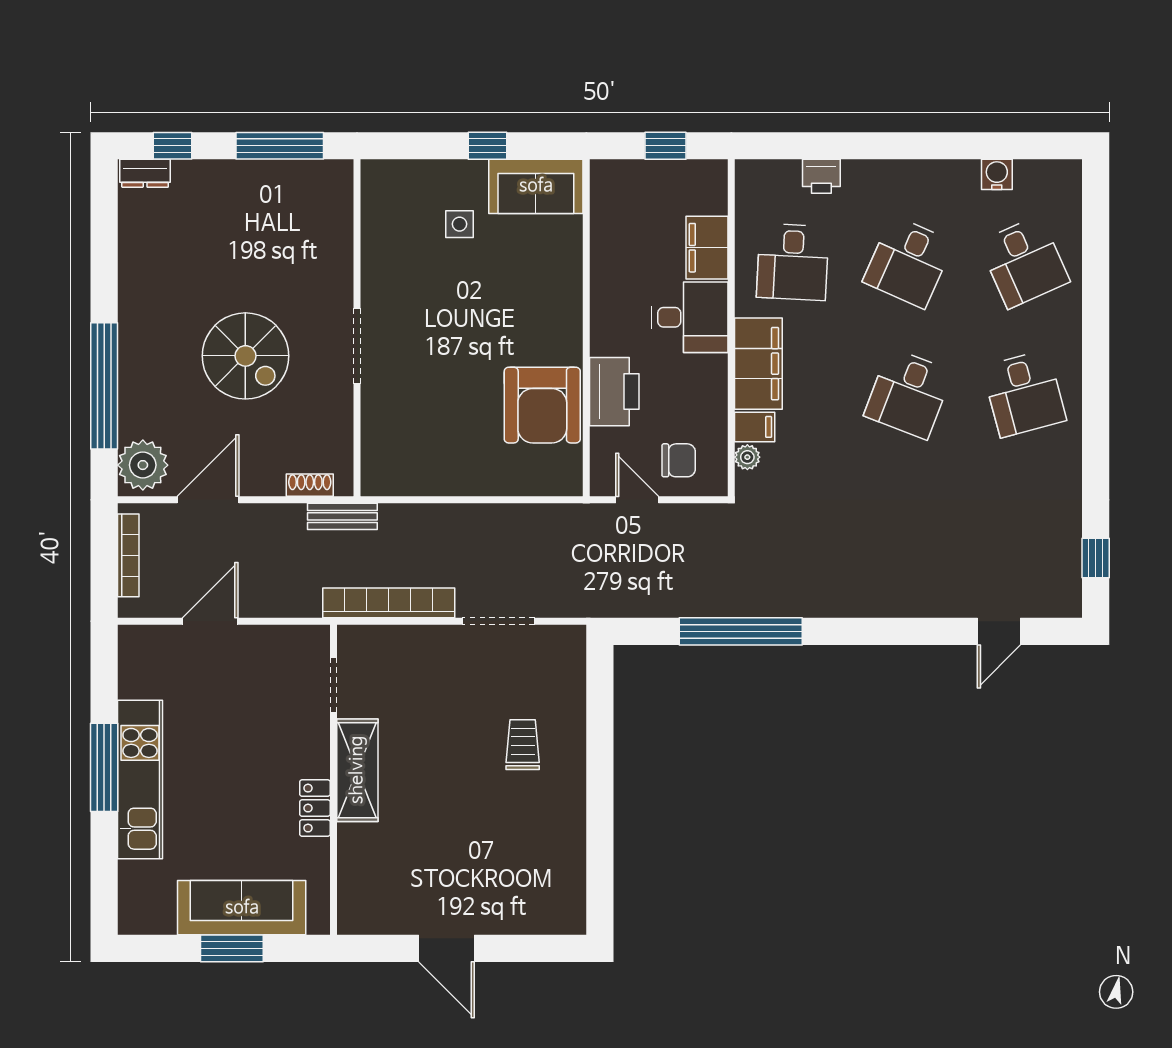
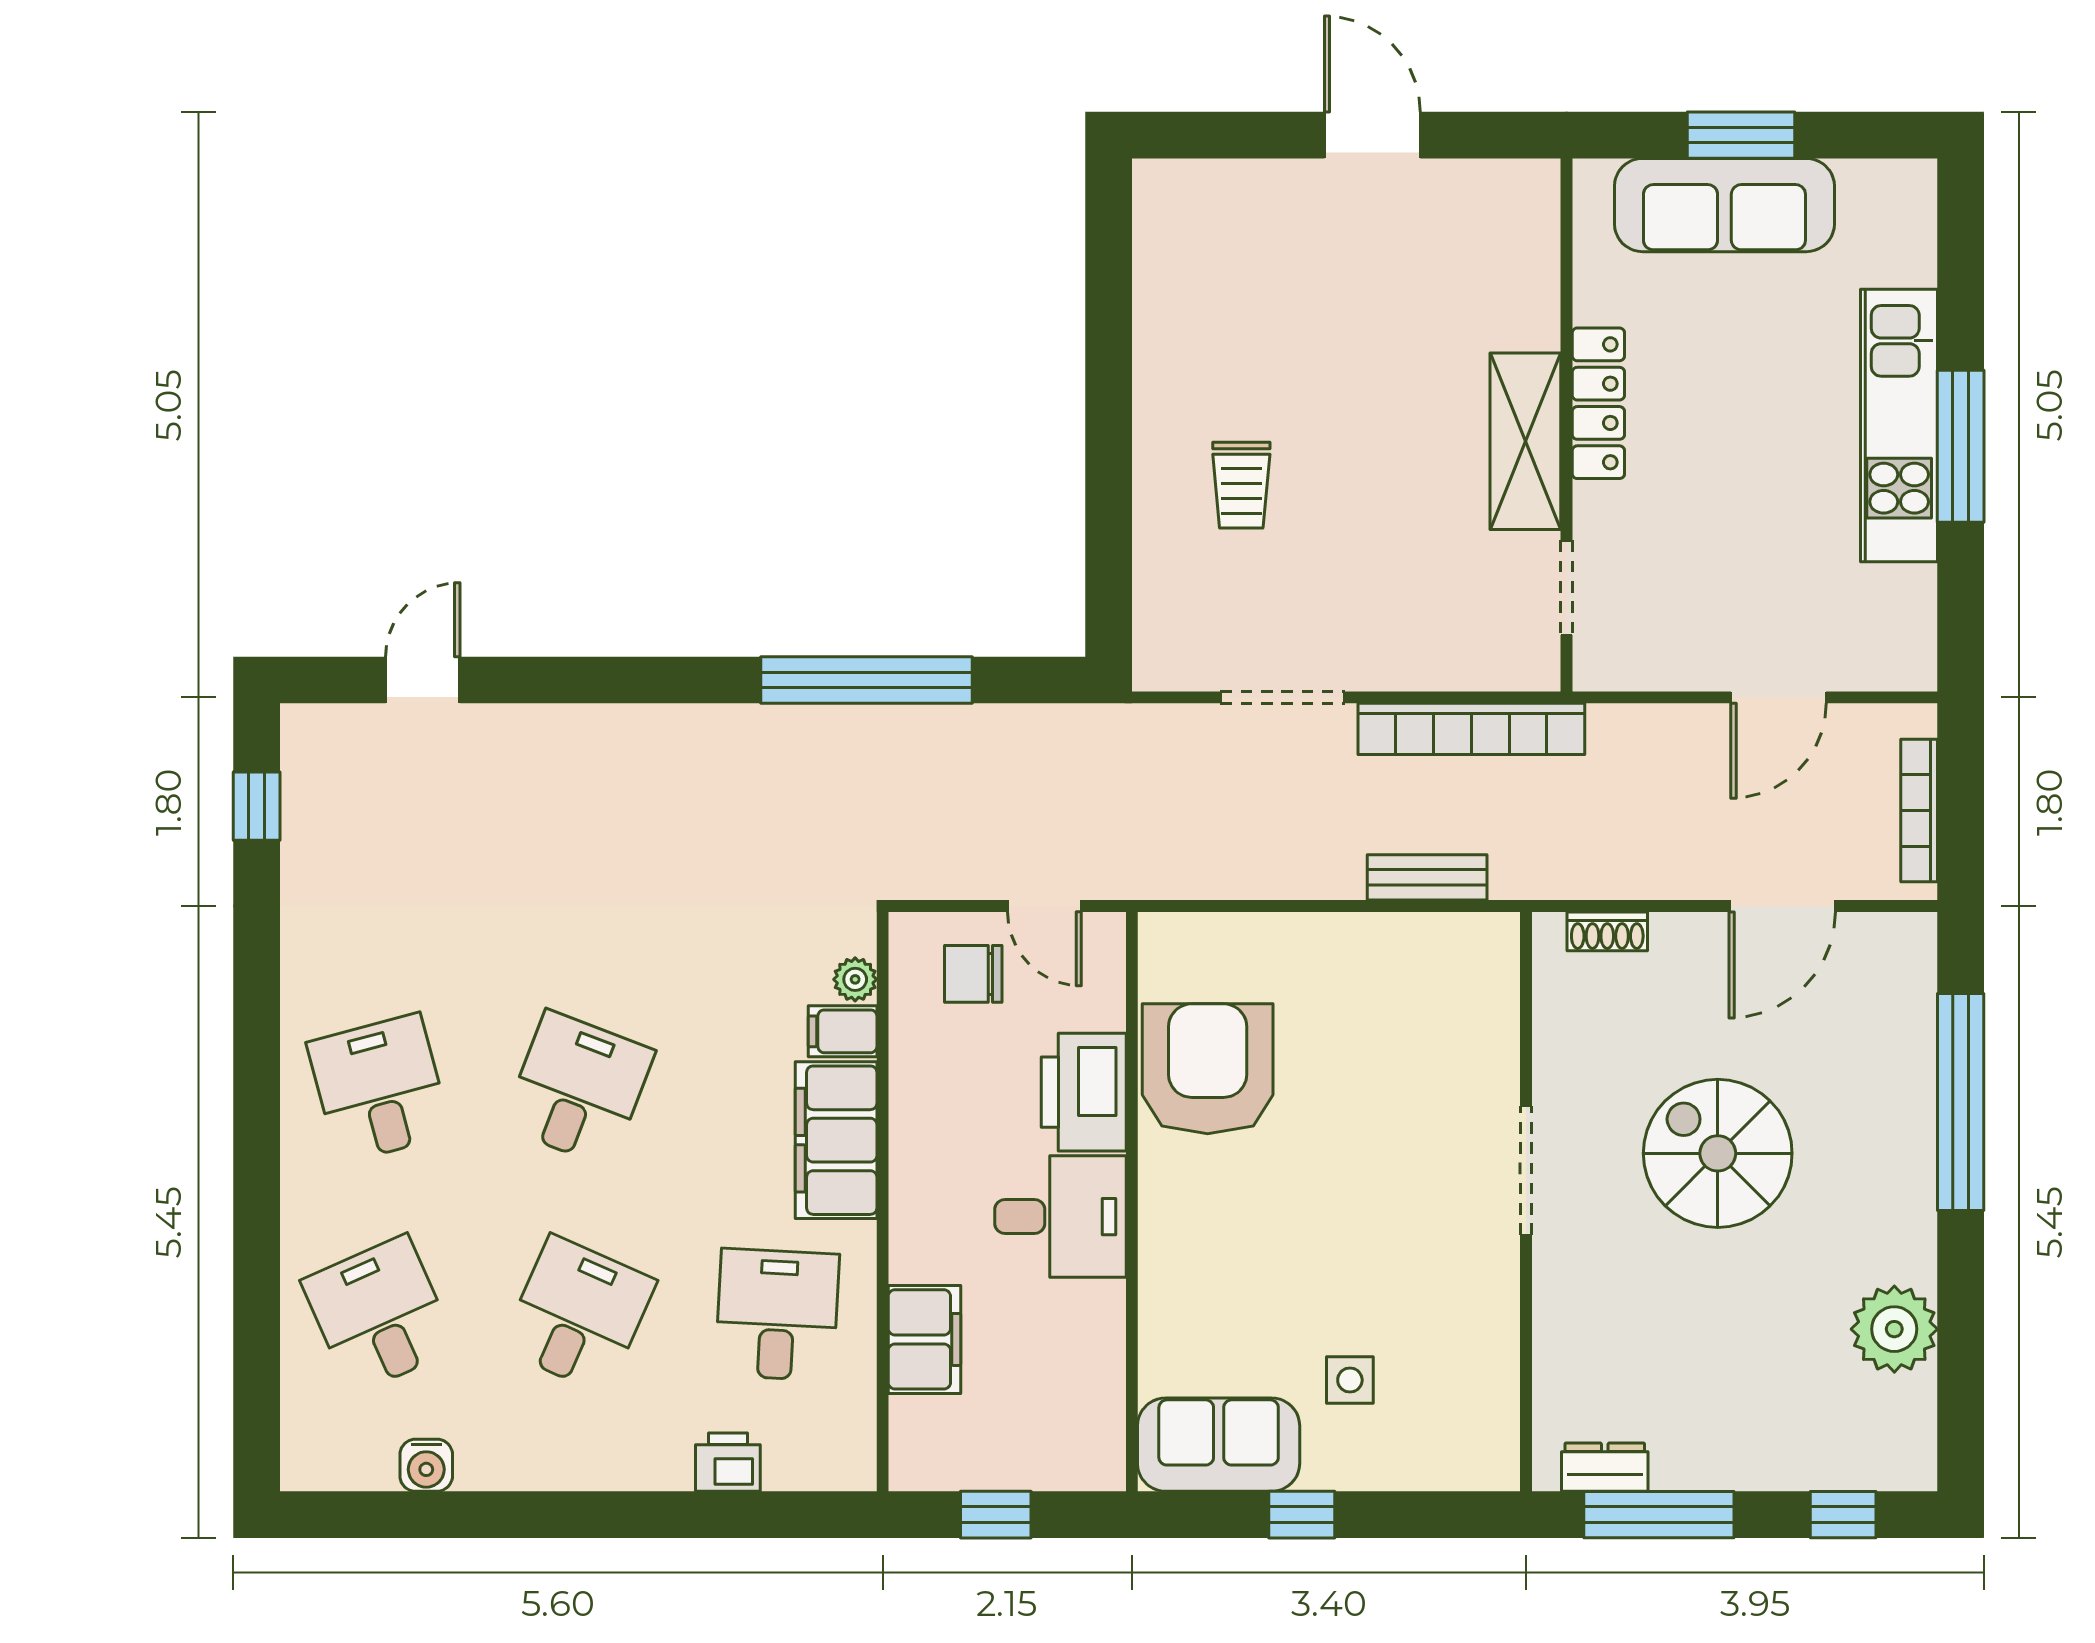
dresser: (145, 173) -> (1605, 1467), moved
desk: (690, 317) -> (1060, 1217), moved, turned 180
plant: (143, 465) -> (1894, 1329), moved
bench: (342, 516) -> (1427, 877), moved
locker: (315, 808) -> (1598, 403), width x1.53

